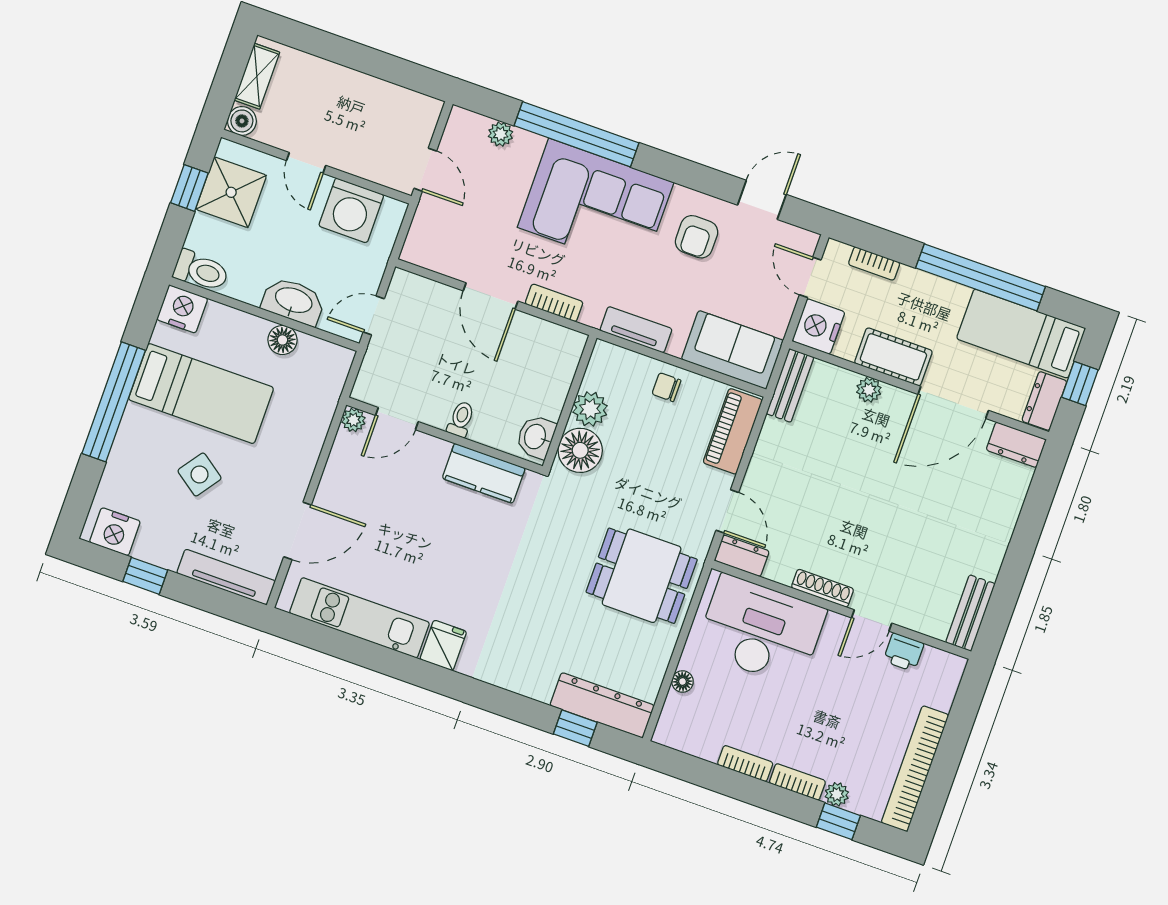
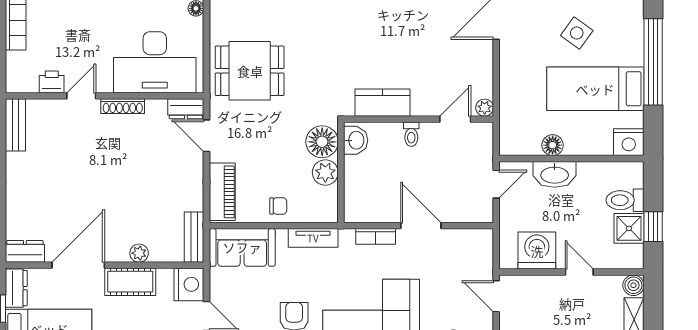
shower: (231, 192) -> (629, 228), width x0.73, depth x0.73
toilet: (201, 271) -> (625, 200), moved

